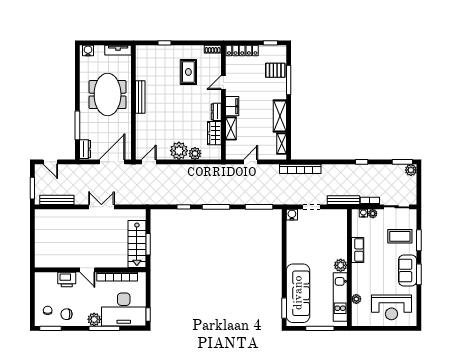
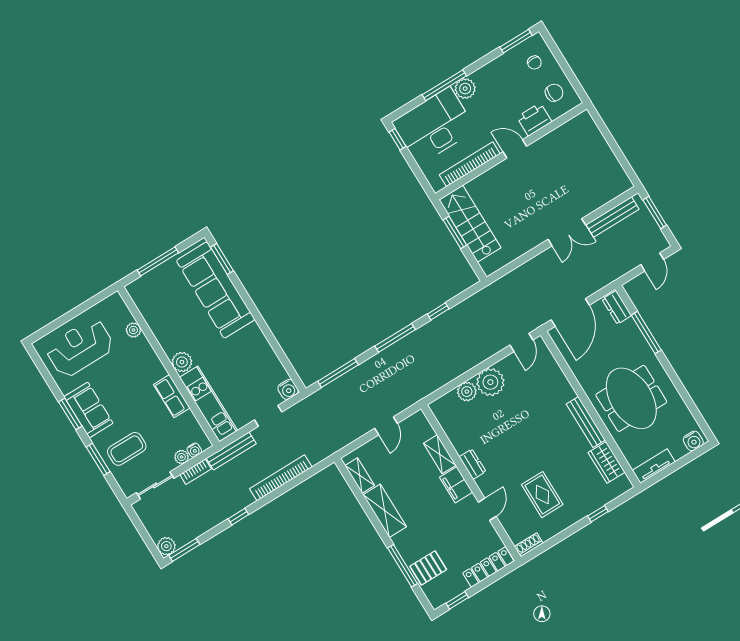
wardrobe: (214, 133) -> (607, 462), moved, turned 180
door: (50, 162) -> (652, 262), swing flipped
bookcase: (300, 169) -> (281, 478), moved
double door: (101, 207) -> (567, 232), moved
kitchen unit: (340, 297) -> (208, 404), moved
chair: (66, 314) -> (554, 93), moved

